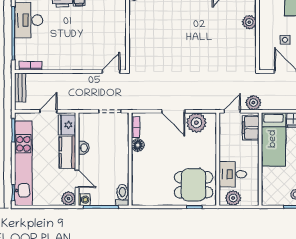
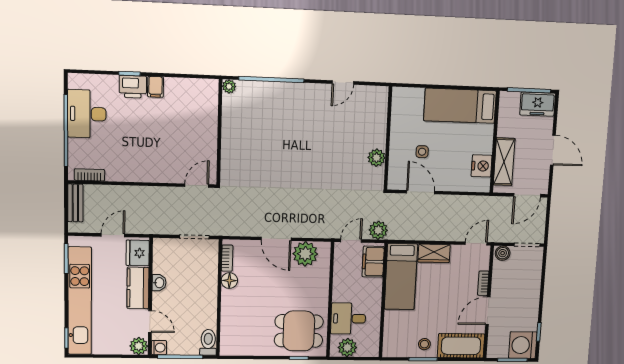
plant: (249, 22) -> (377, 158), moved

